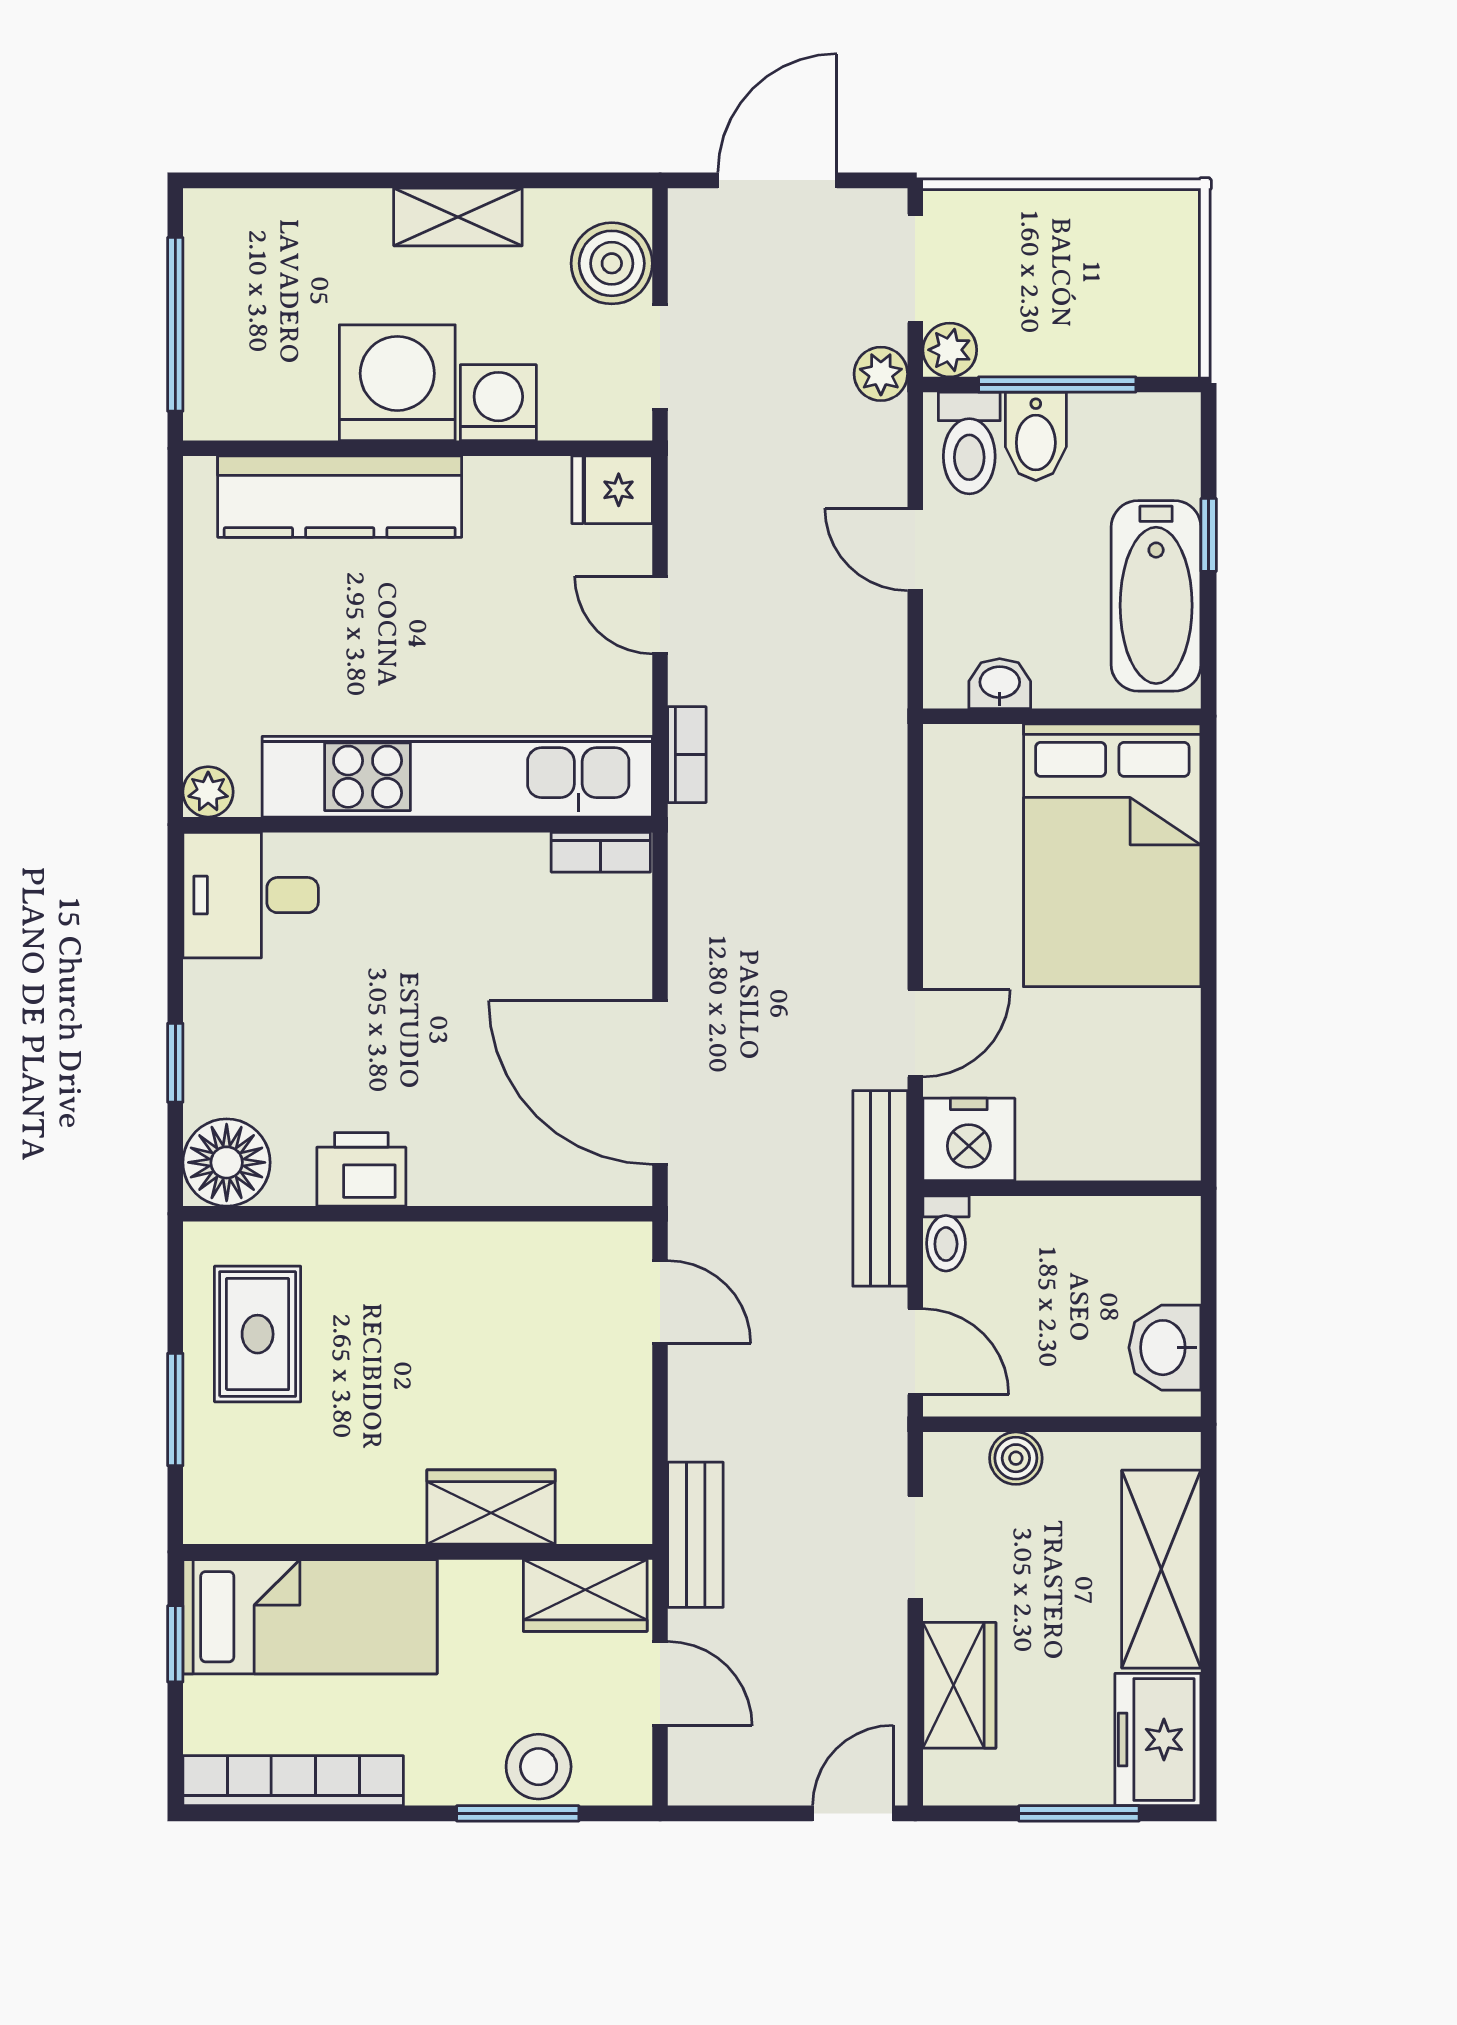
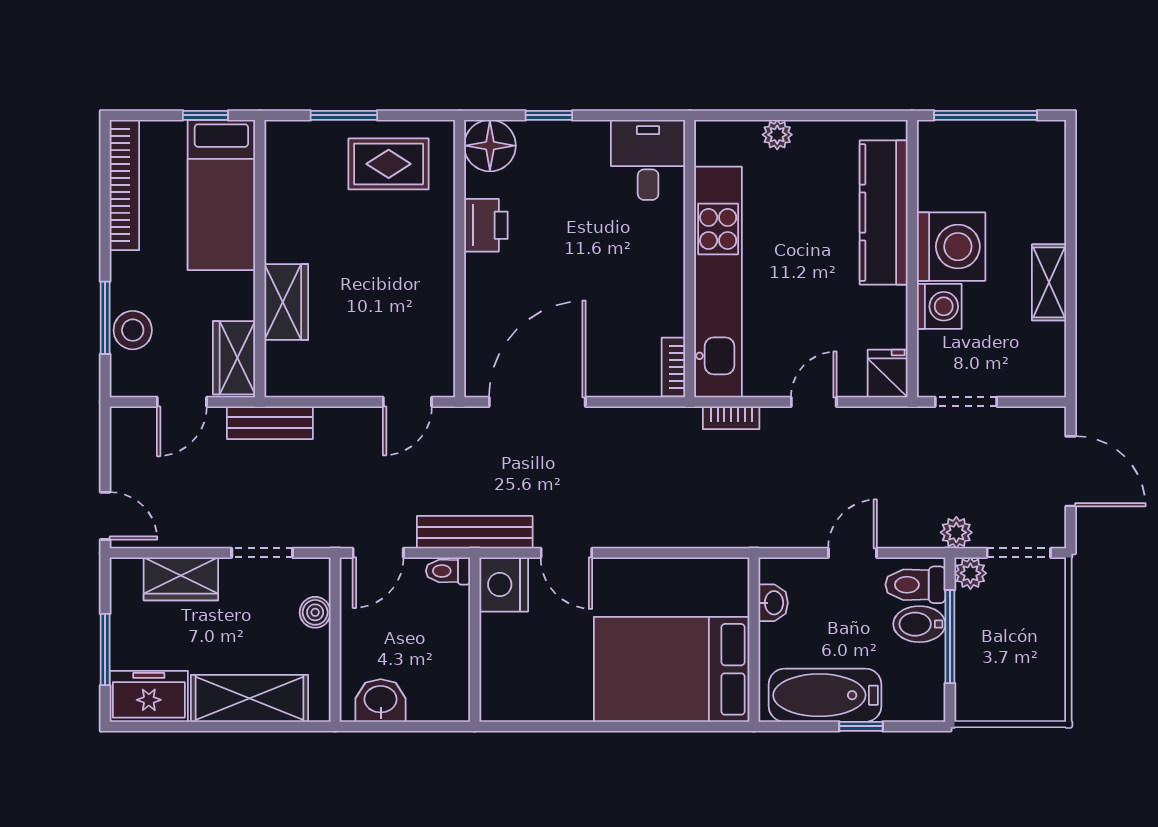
boiler: (612, 263) -> (1022, 373), removed
plant: (208, 792) -> (777, 135), moved

